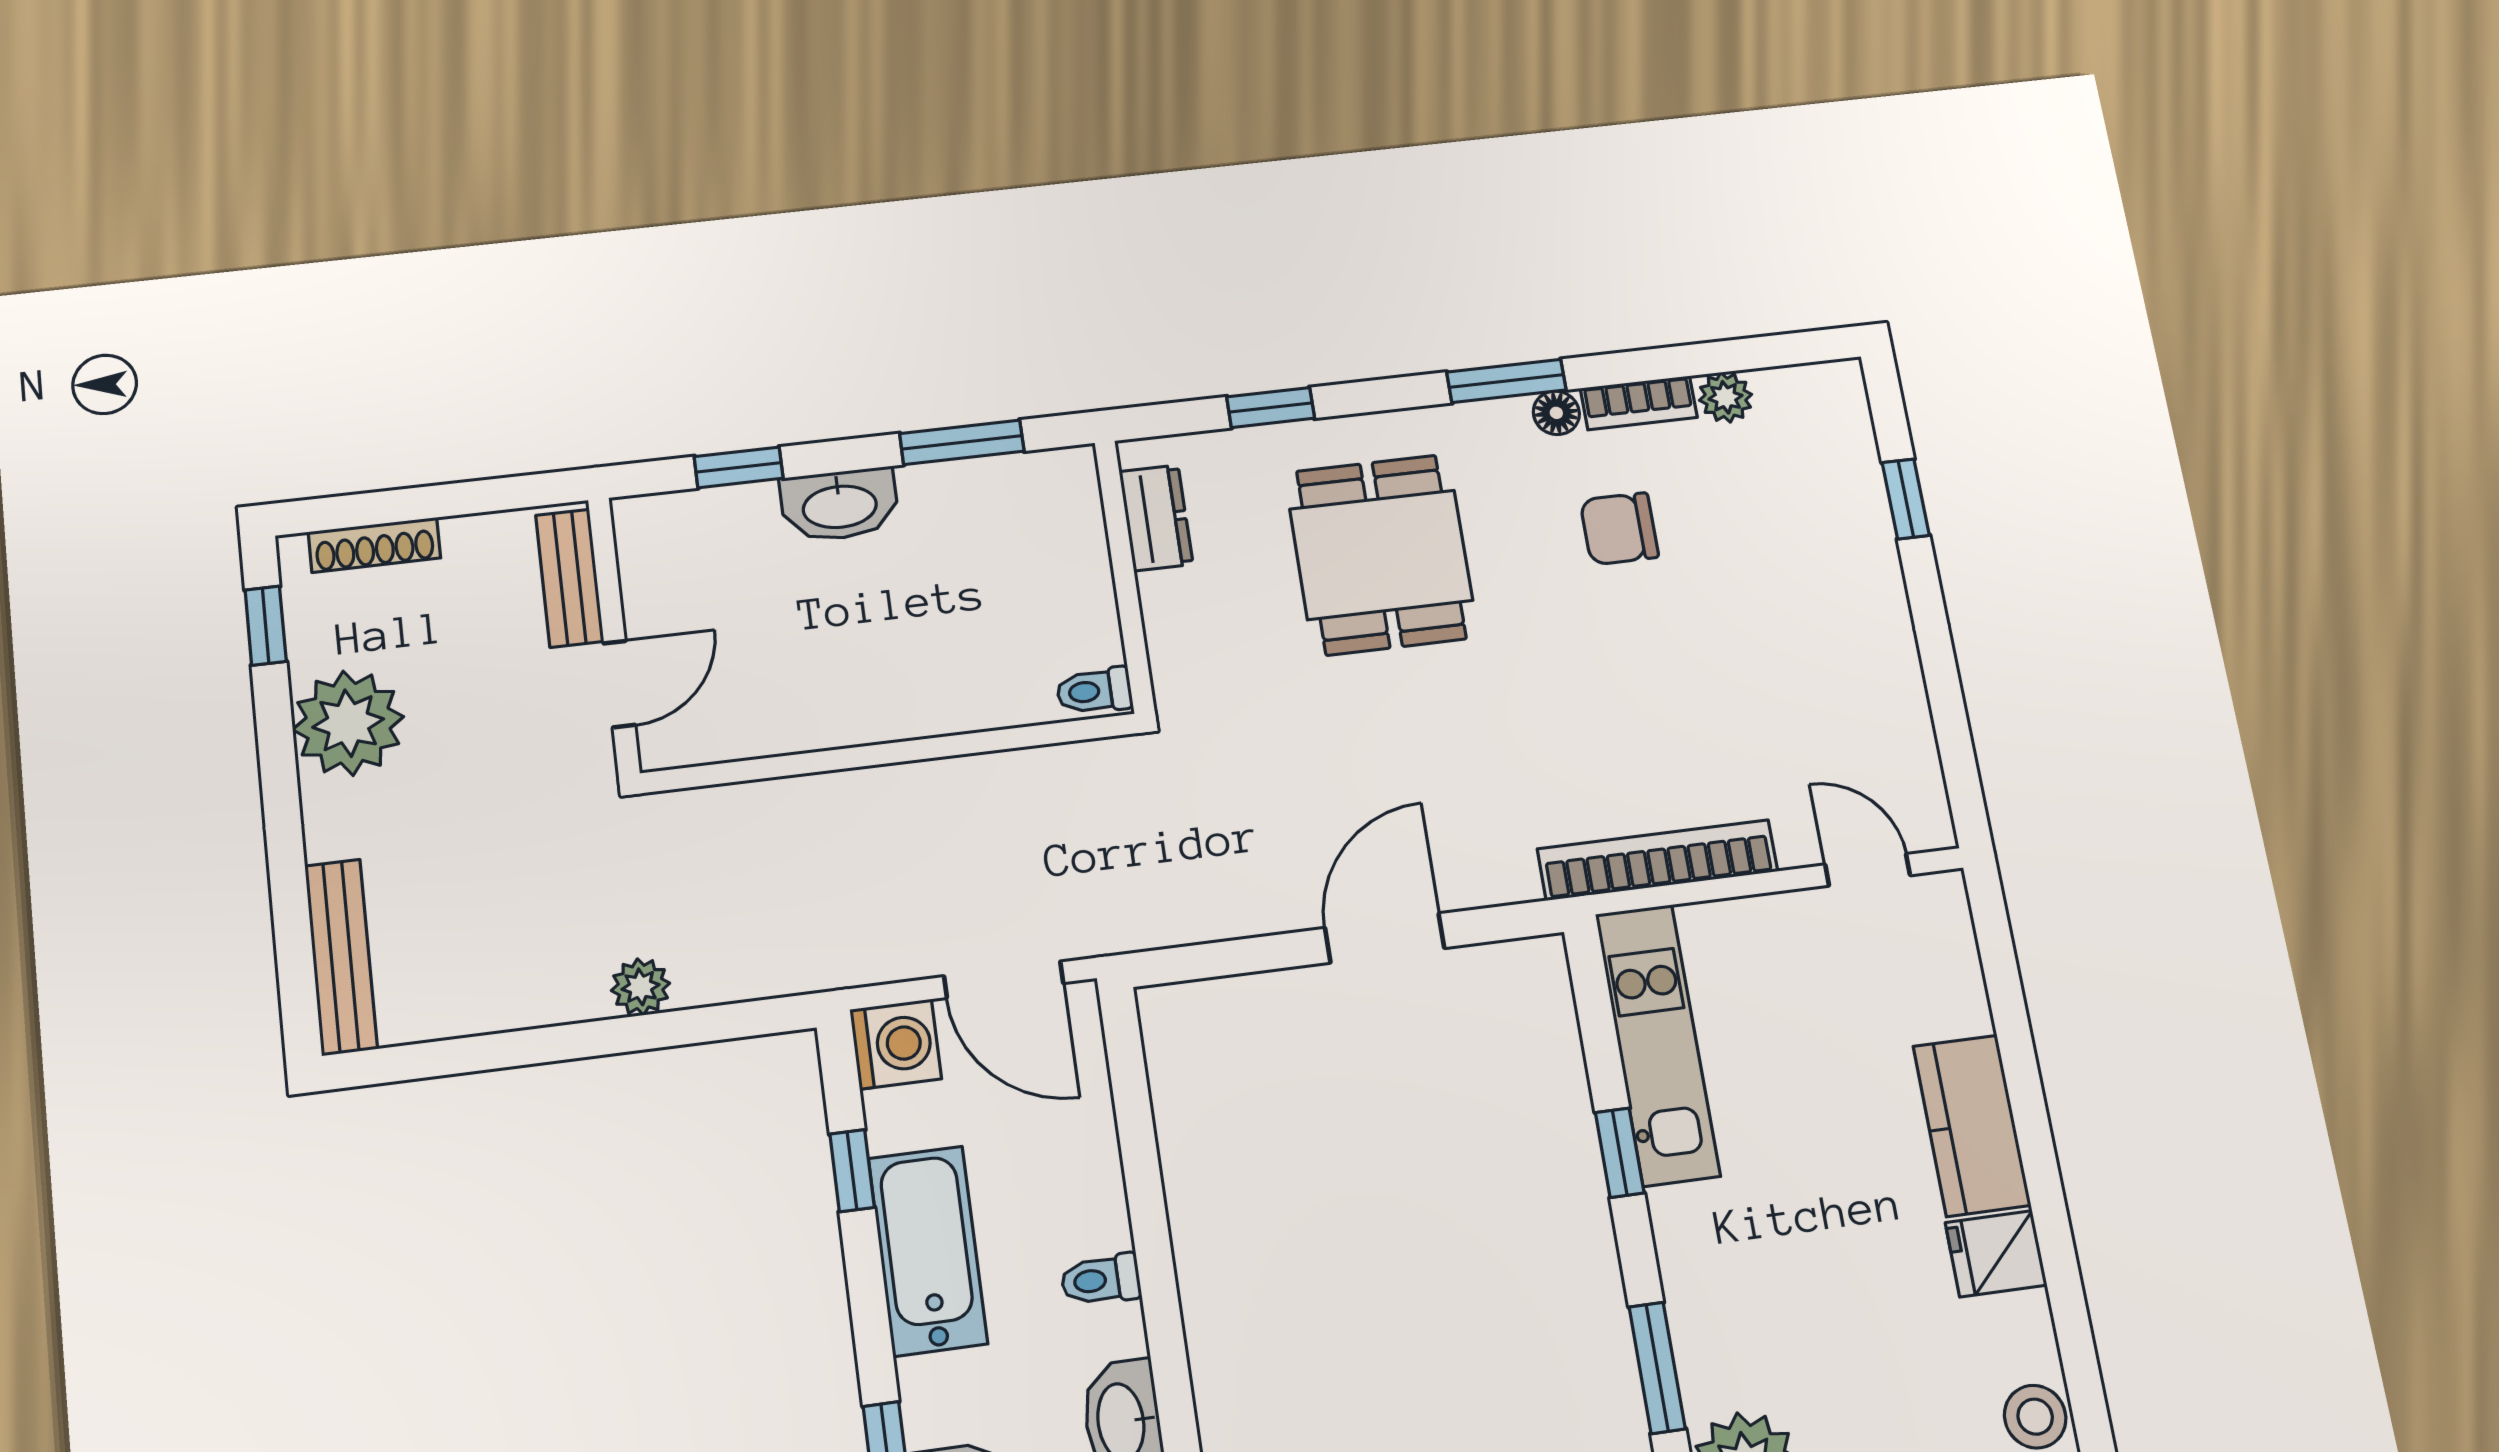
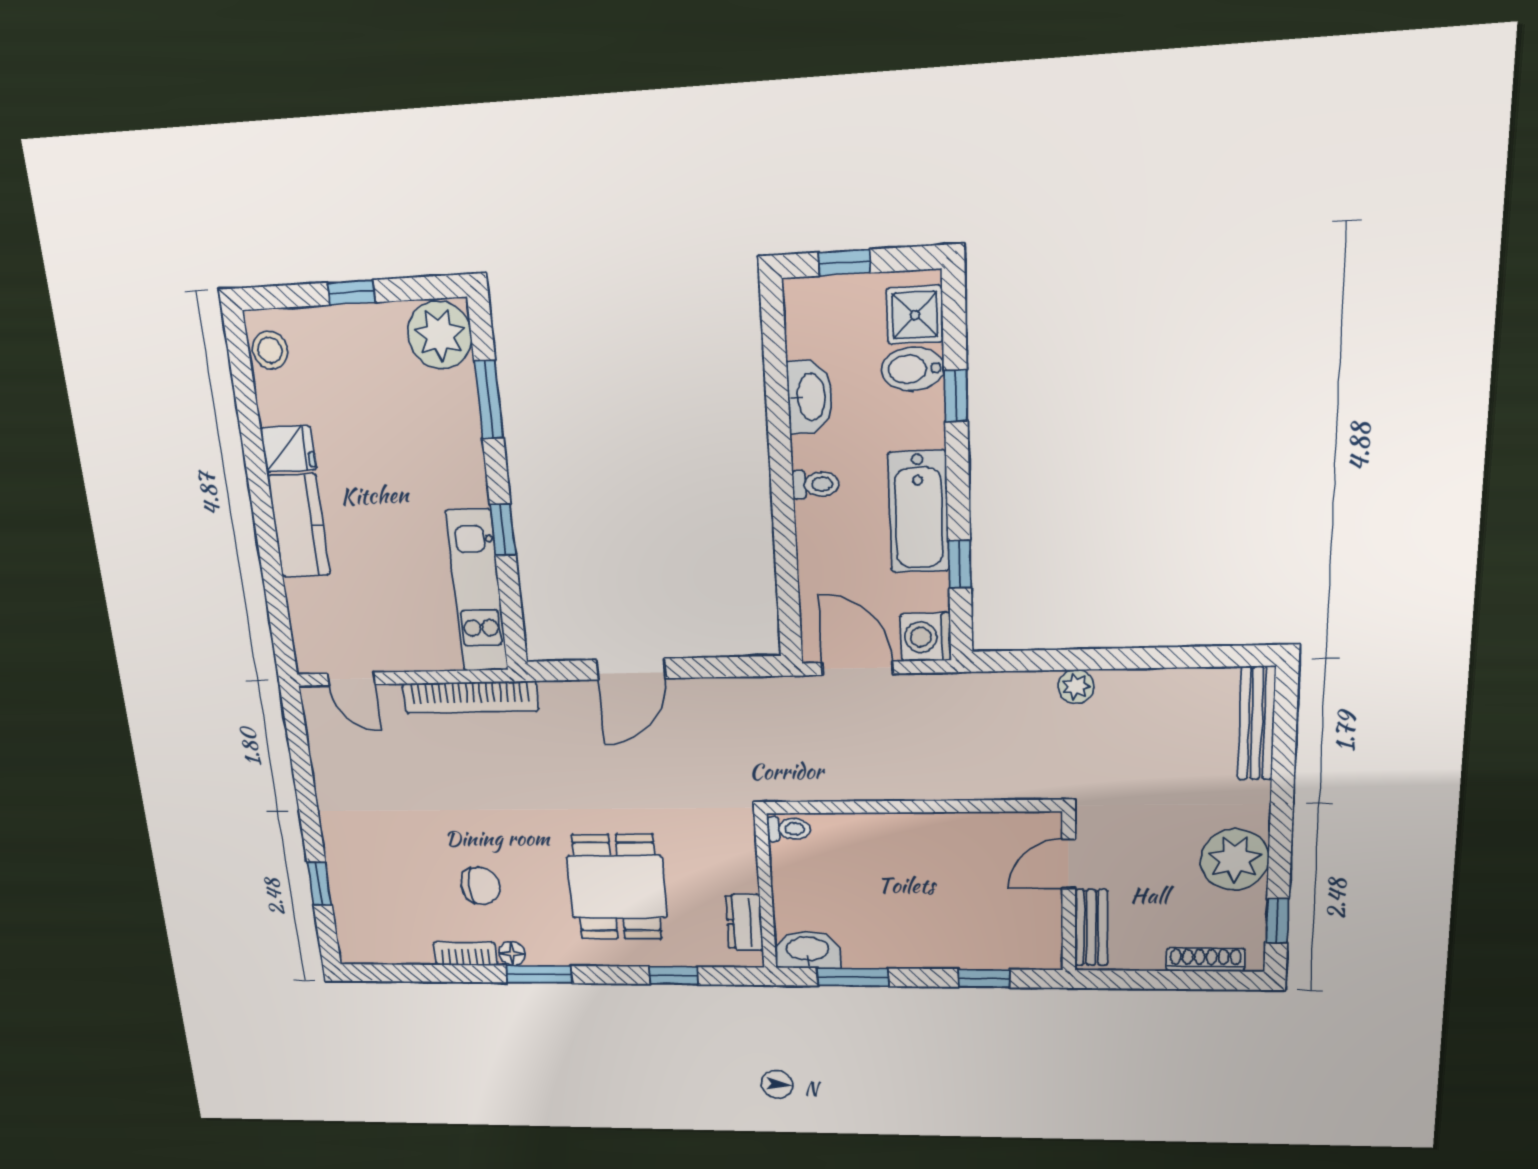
plant: (1726, 397) -> (417, 951), removed
washbasin: (839, 505) -> (808, 950), moved

